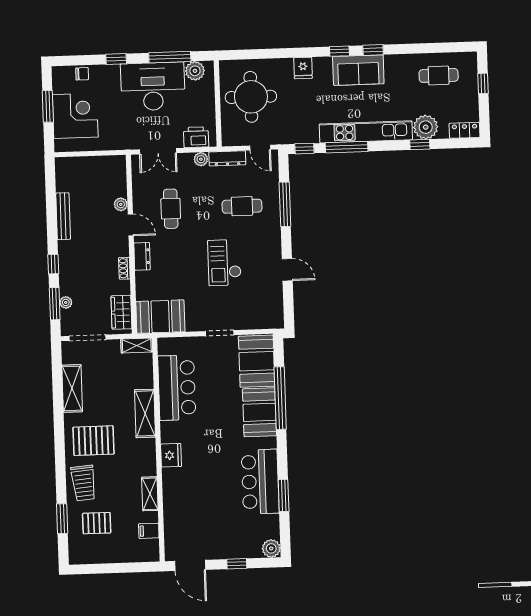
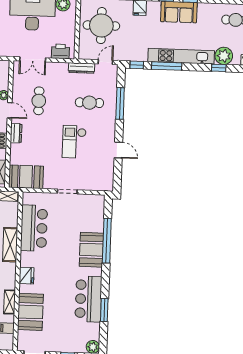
door: (260, 148) -> (105, 62), swing flipped
plant: (201, 159) -> (63, 67), removed
booth: (257, 361) -> (30, 312), moved

